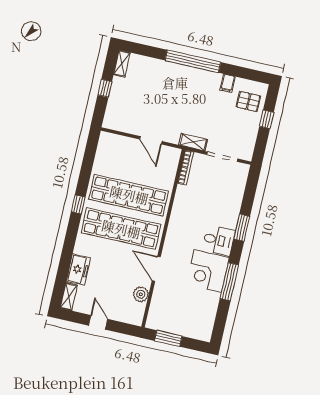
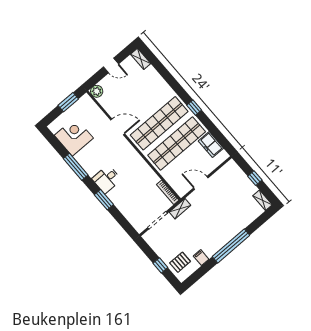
freezer: (78, 270) -> (211, 145), moved
corner desk: (208, 271) -> (74, 137), moved
plant: (141, 294) -> (97, 91), moved

